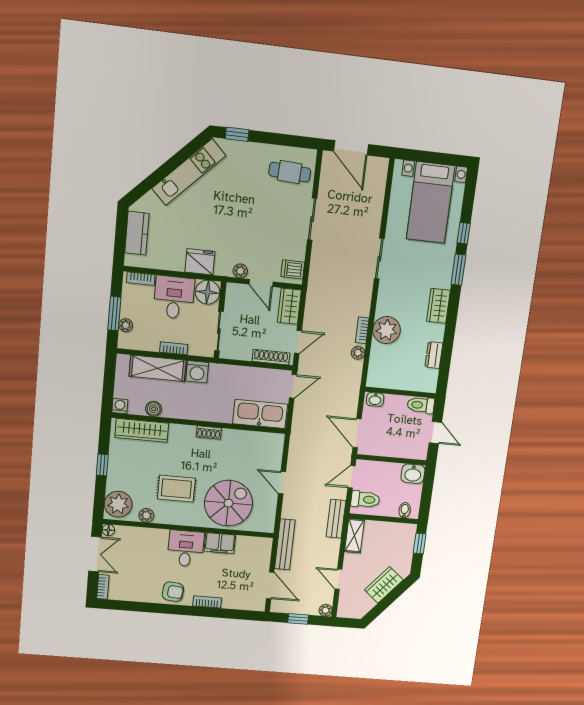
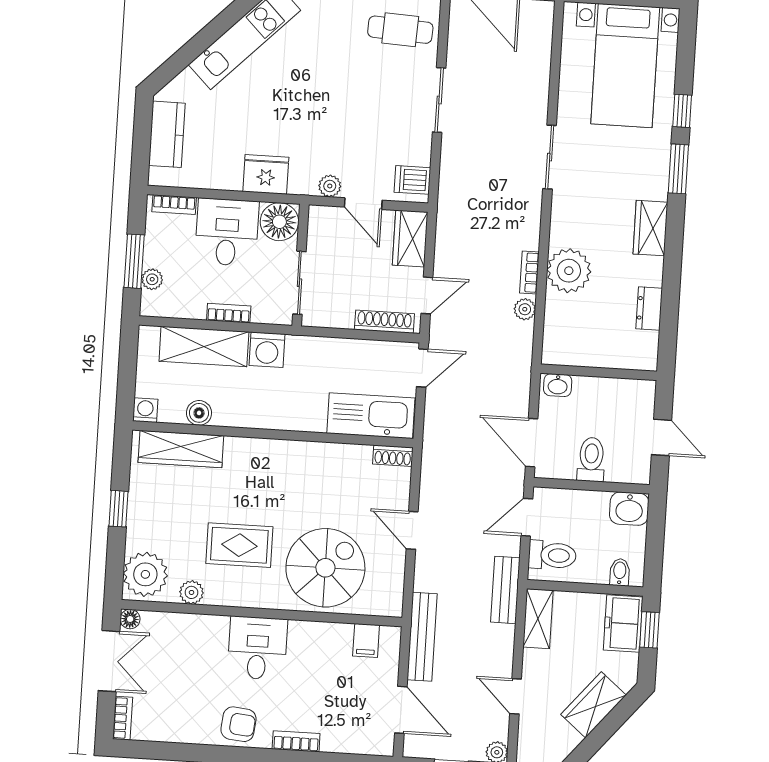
toilet: (421, 405) -> (591, 460), moved, turned 90
shoe rack: (209, 432) -> (393, 456), moved
freezer: (404, 539) -> (623, 623), added
filing cabinet: (220, 543) -> (366, 640), moved, width x0.50

